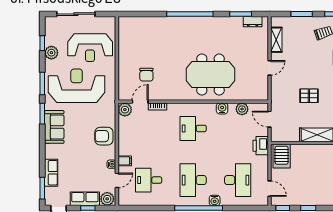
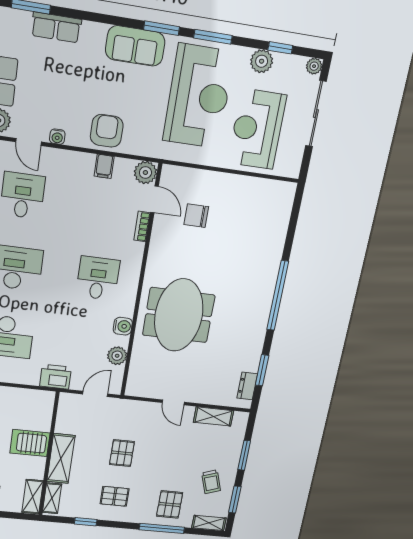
plant: (49, 21) -> (314, 66), added
server rack: (282, 156) -> (30, 443), moved
filing cabinet: (125, 161) -> (104, 166), moved

